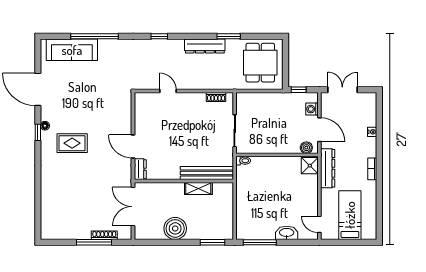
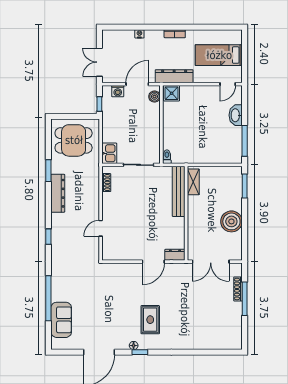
sofa: (72, 50) -> (61, 320), width x0.73
kitchen sink: (247, 100) -> (109, 153), added
shelving: (198, 188) -> (193, 182), moved

